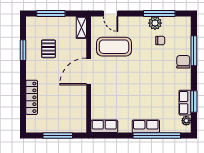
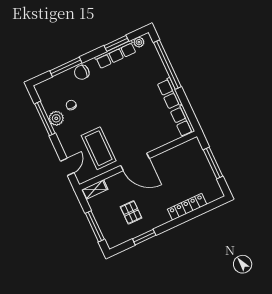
pallet: (49, 49) -> (131, 212), turned 90
row of seats: (185, 103) -> (116, 54), width x1.48
row of seats: (146, 126) -> (170, 94), moved

